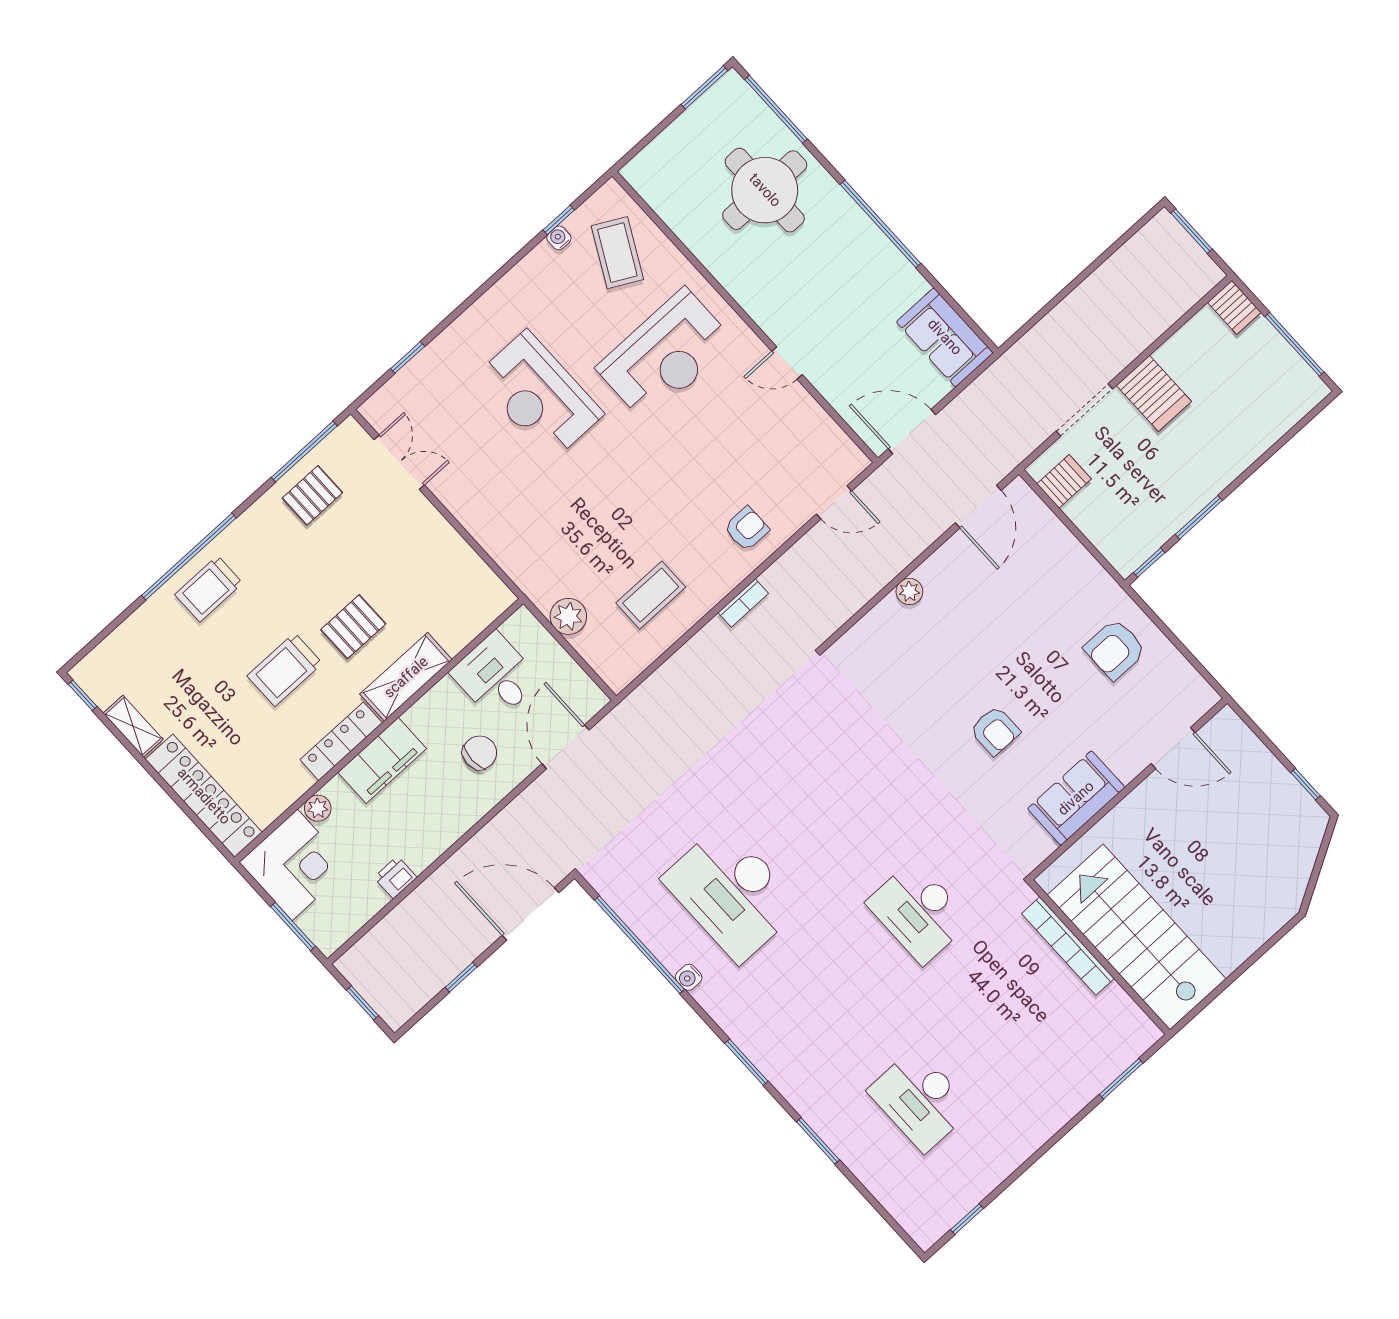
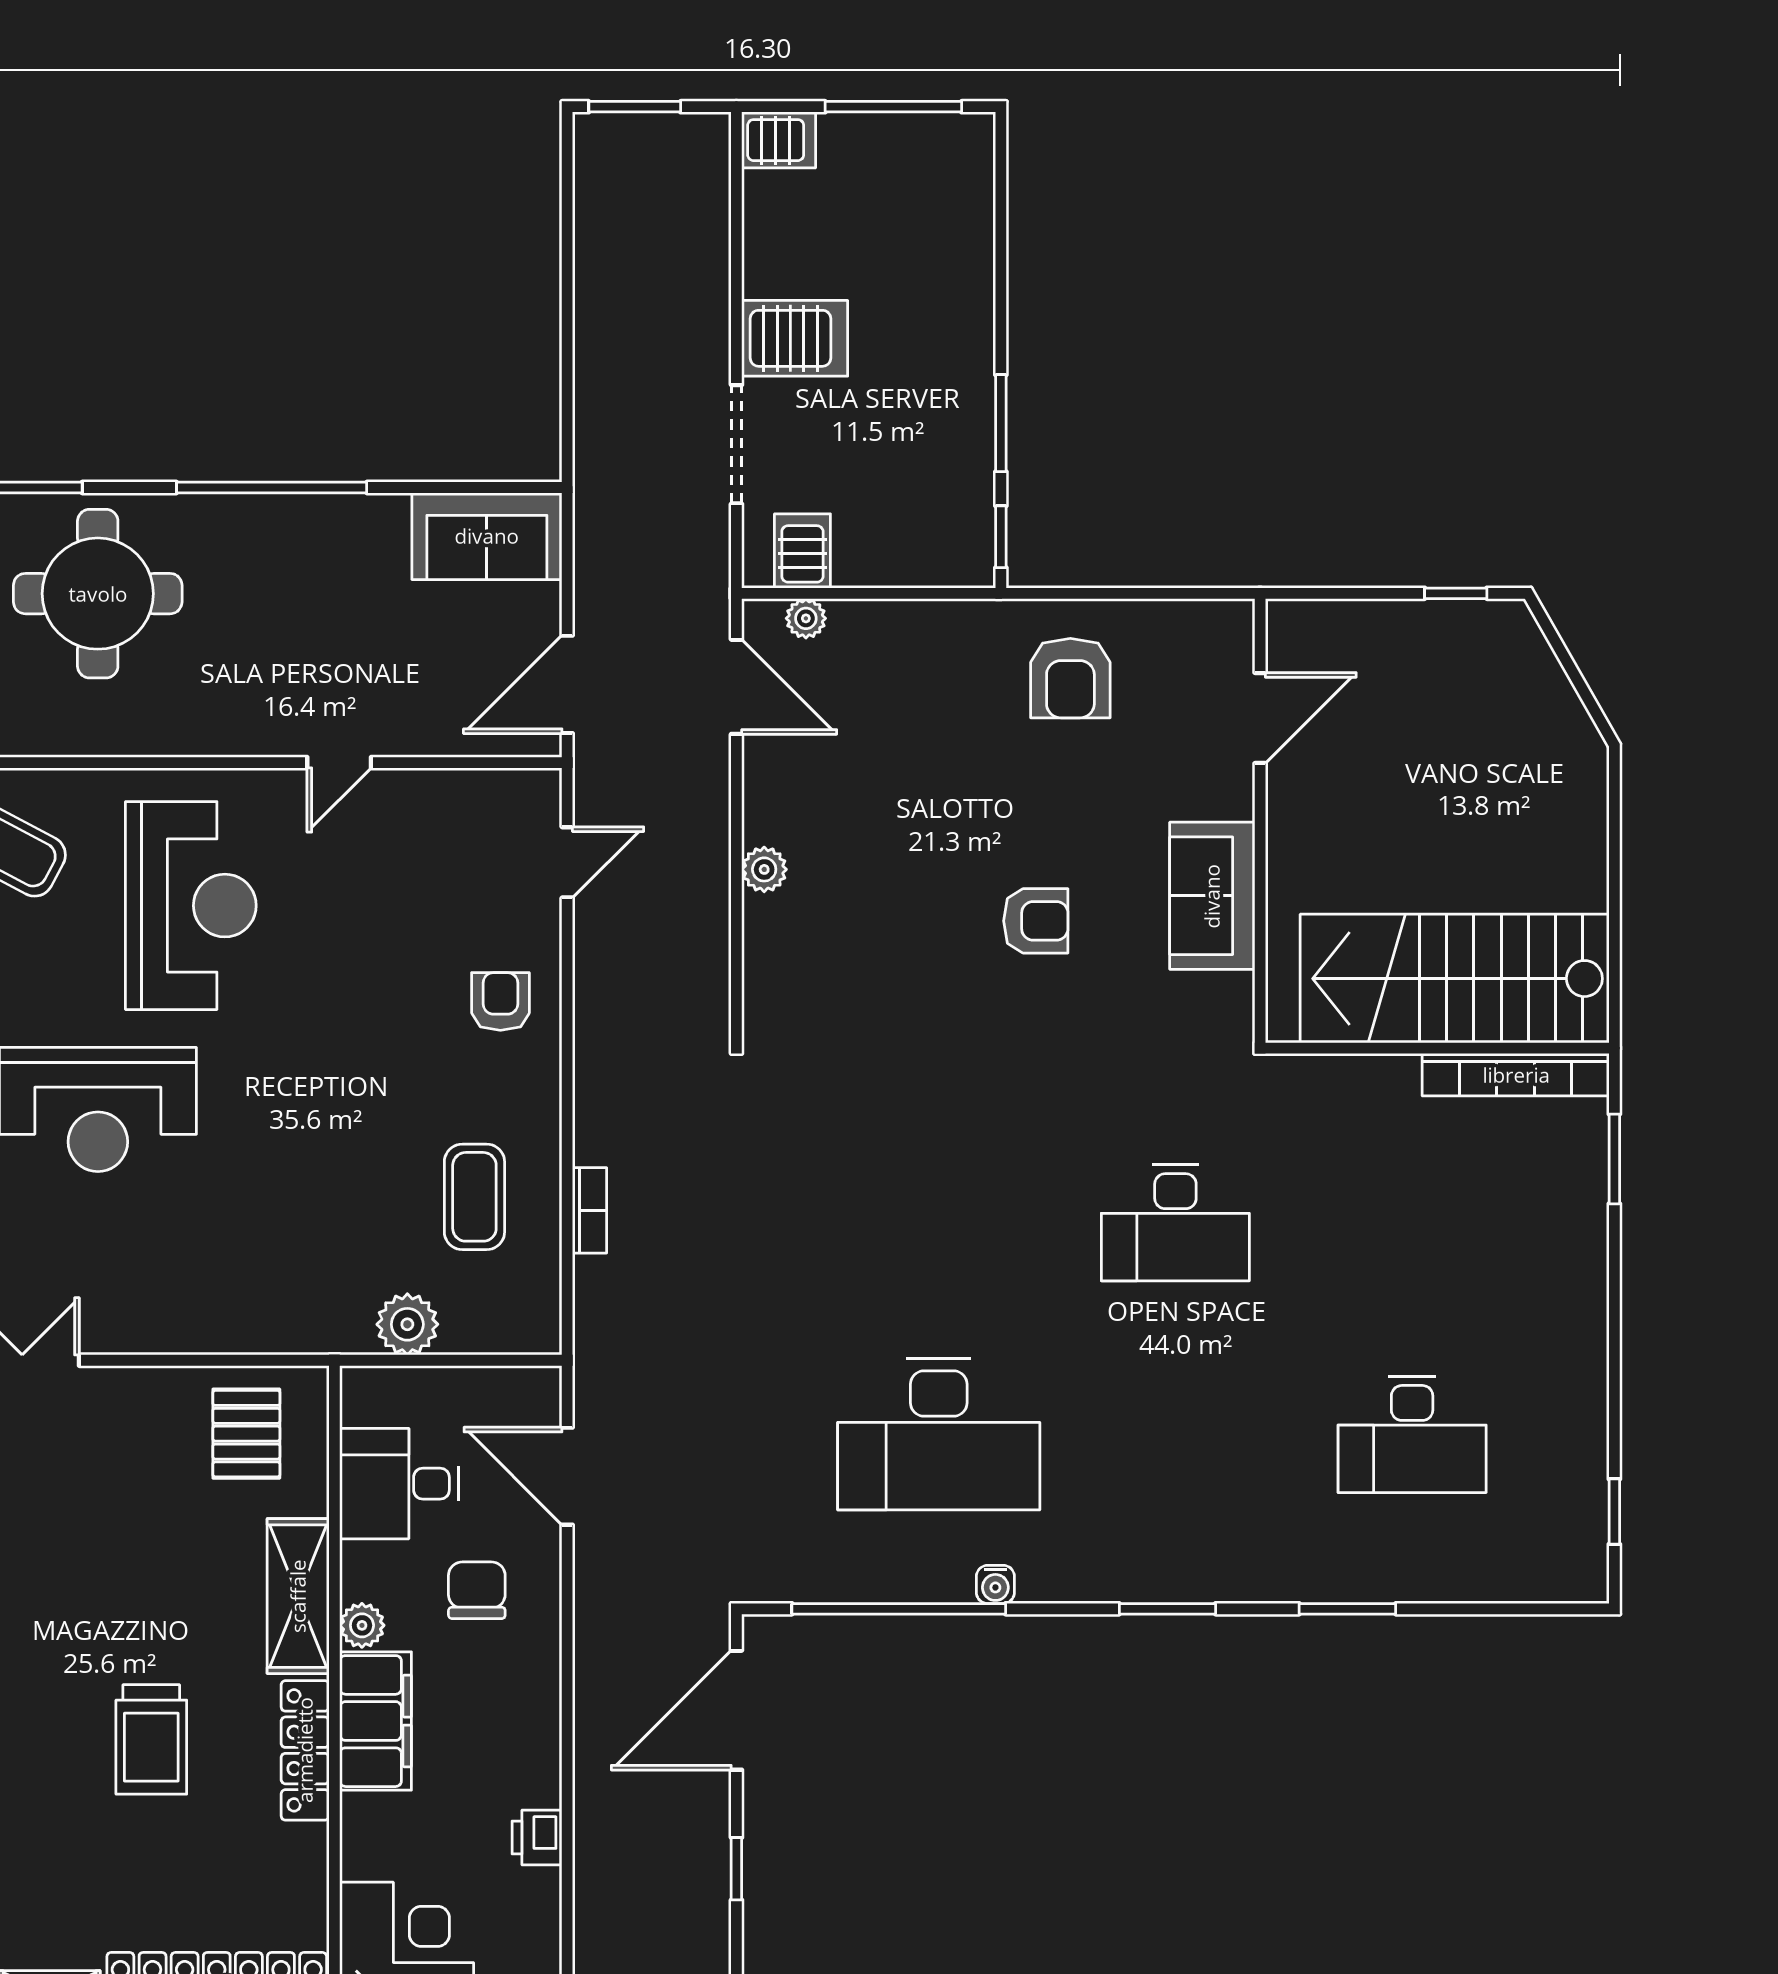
plant: (1036, 510) -> (806, 618), added
bookcase: (743, 603) -> (590, 1210), moved
pallet: (353, 627) -> (246, 1434), moved
plant: (318, 808) -> (362, 1625), moved
bookcase: (1068, 946) -> (1516, 1075), moved

